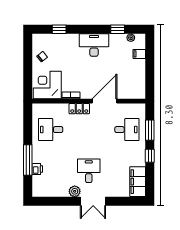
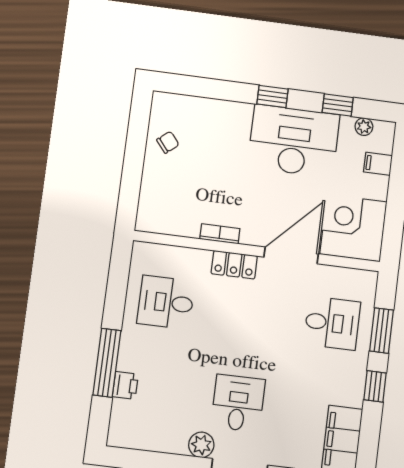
window: (59, 29) -> (272, 97), moved
desk: (94, 45) -> (294, 141), width x1.36, depth x1.30
corner desk: (47, 85) -> (353, 228), moved

